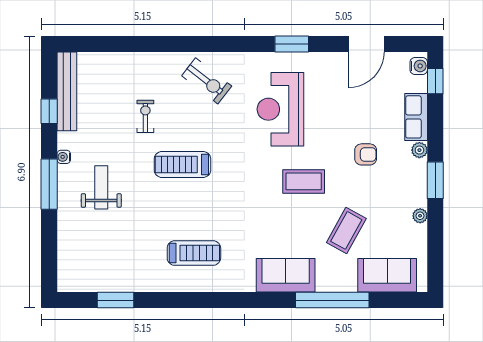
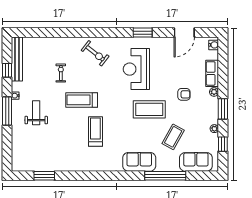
window: (435, 81) -> (223, 144), moved
coffee table: (304, 181) -> (149, 109), width x1.36, depth x1.32
treadmill: (194, 253) -> (95, 131), moved, turned -90

